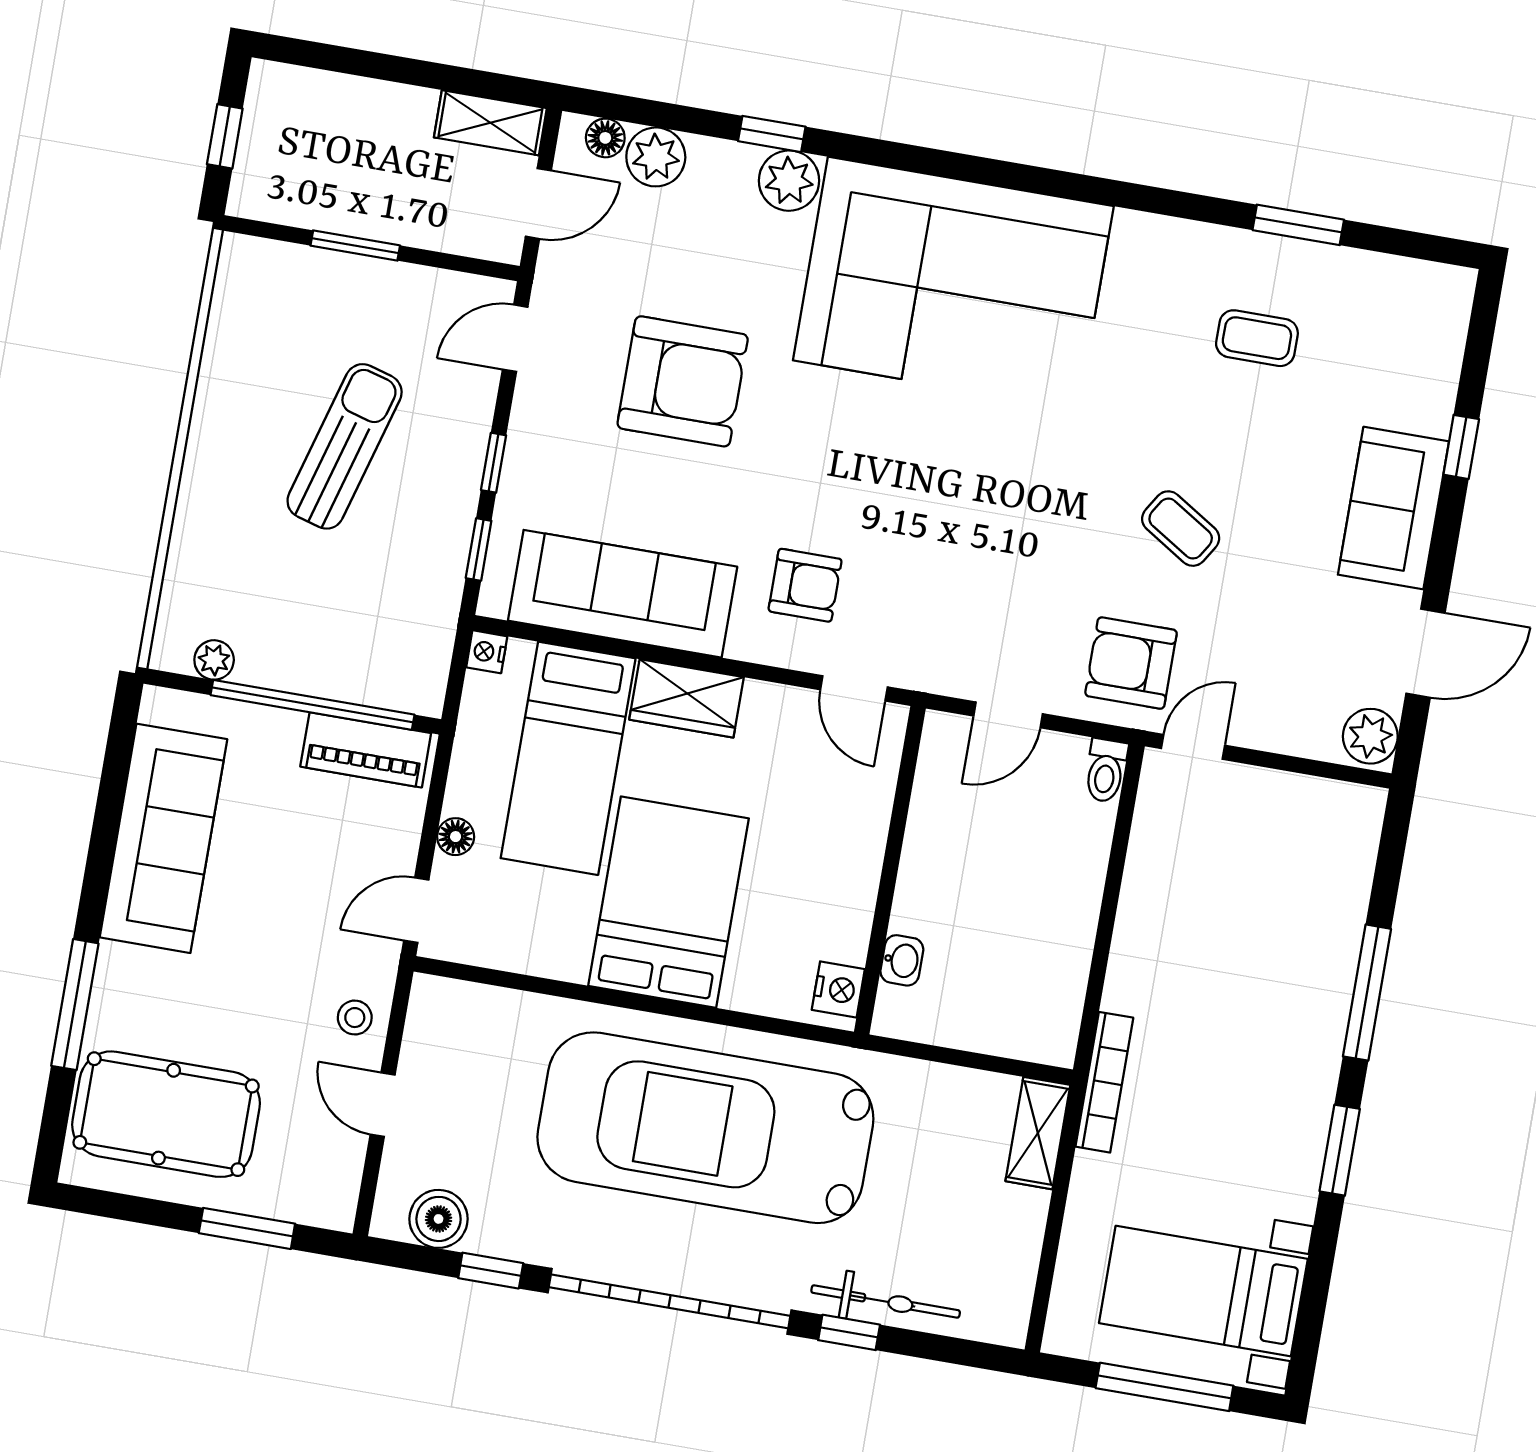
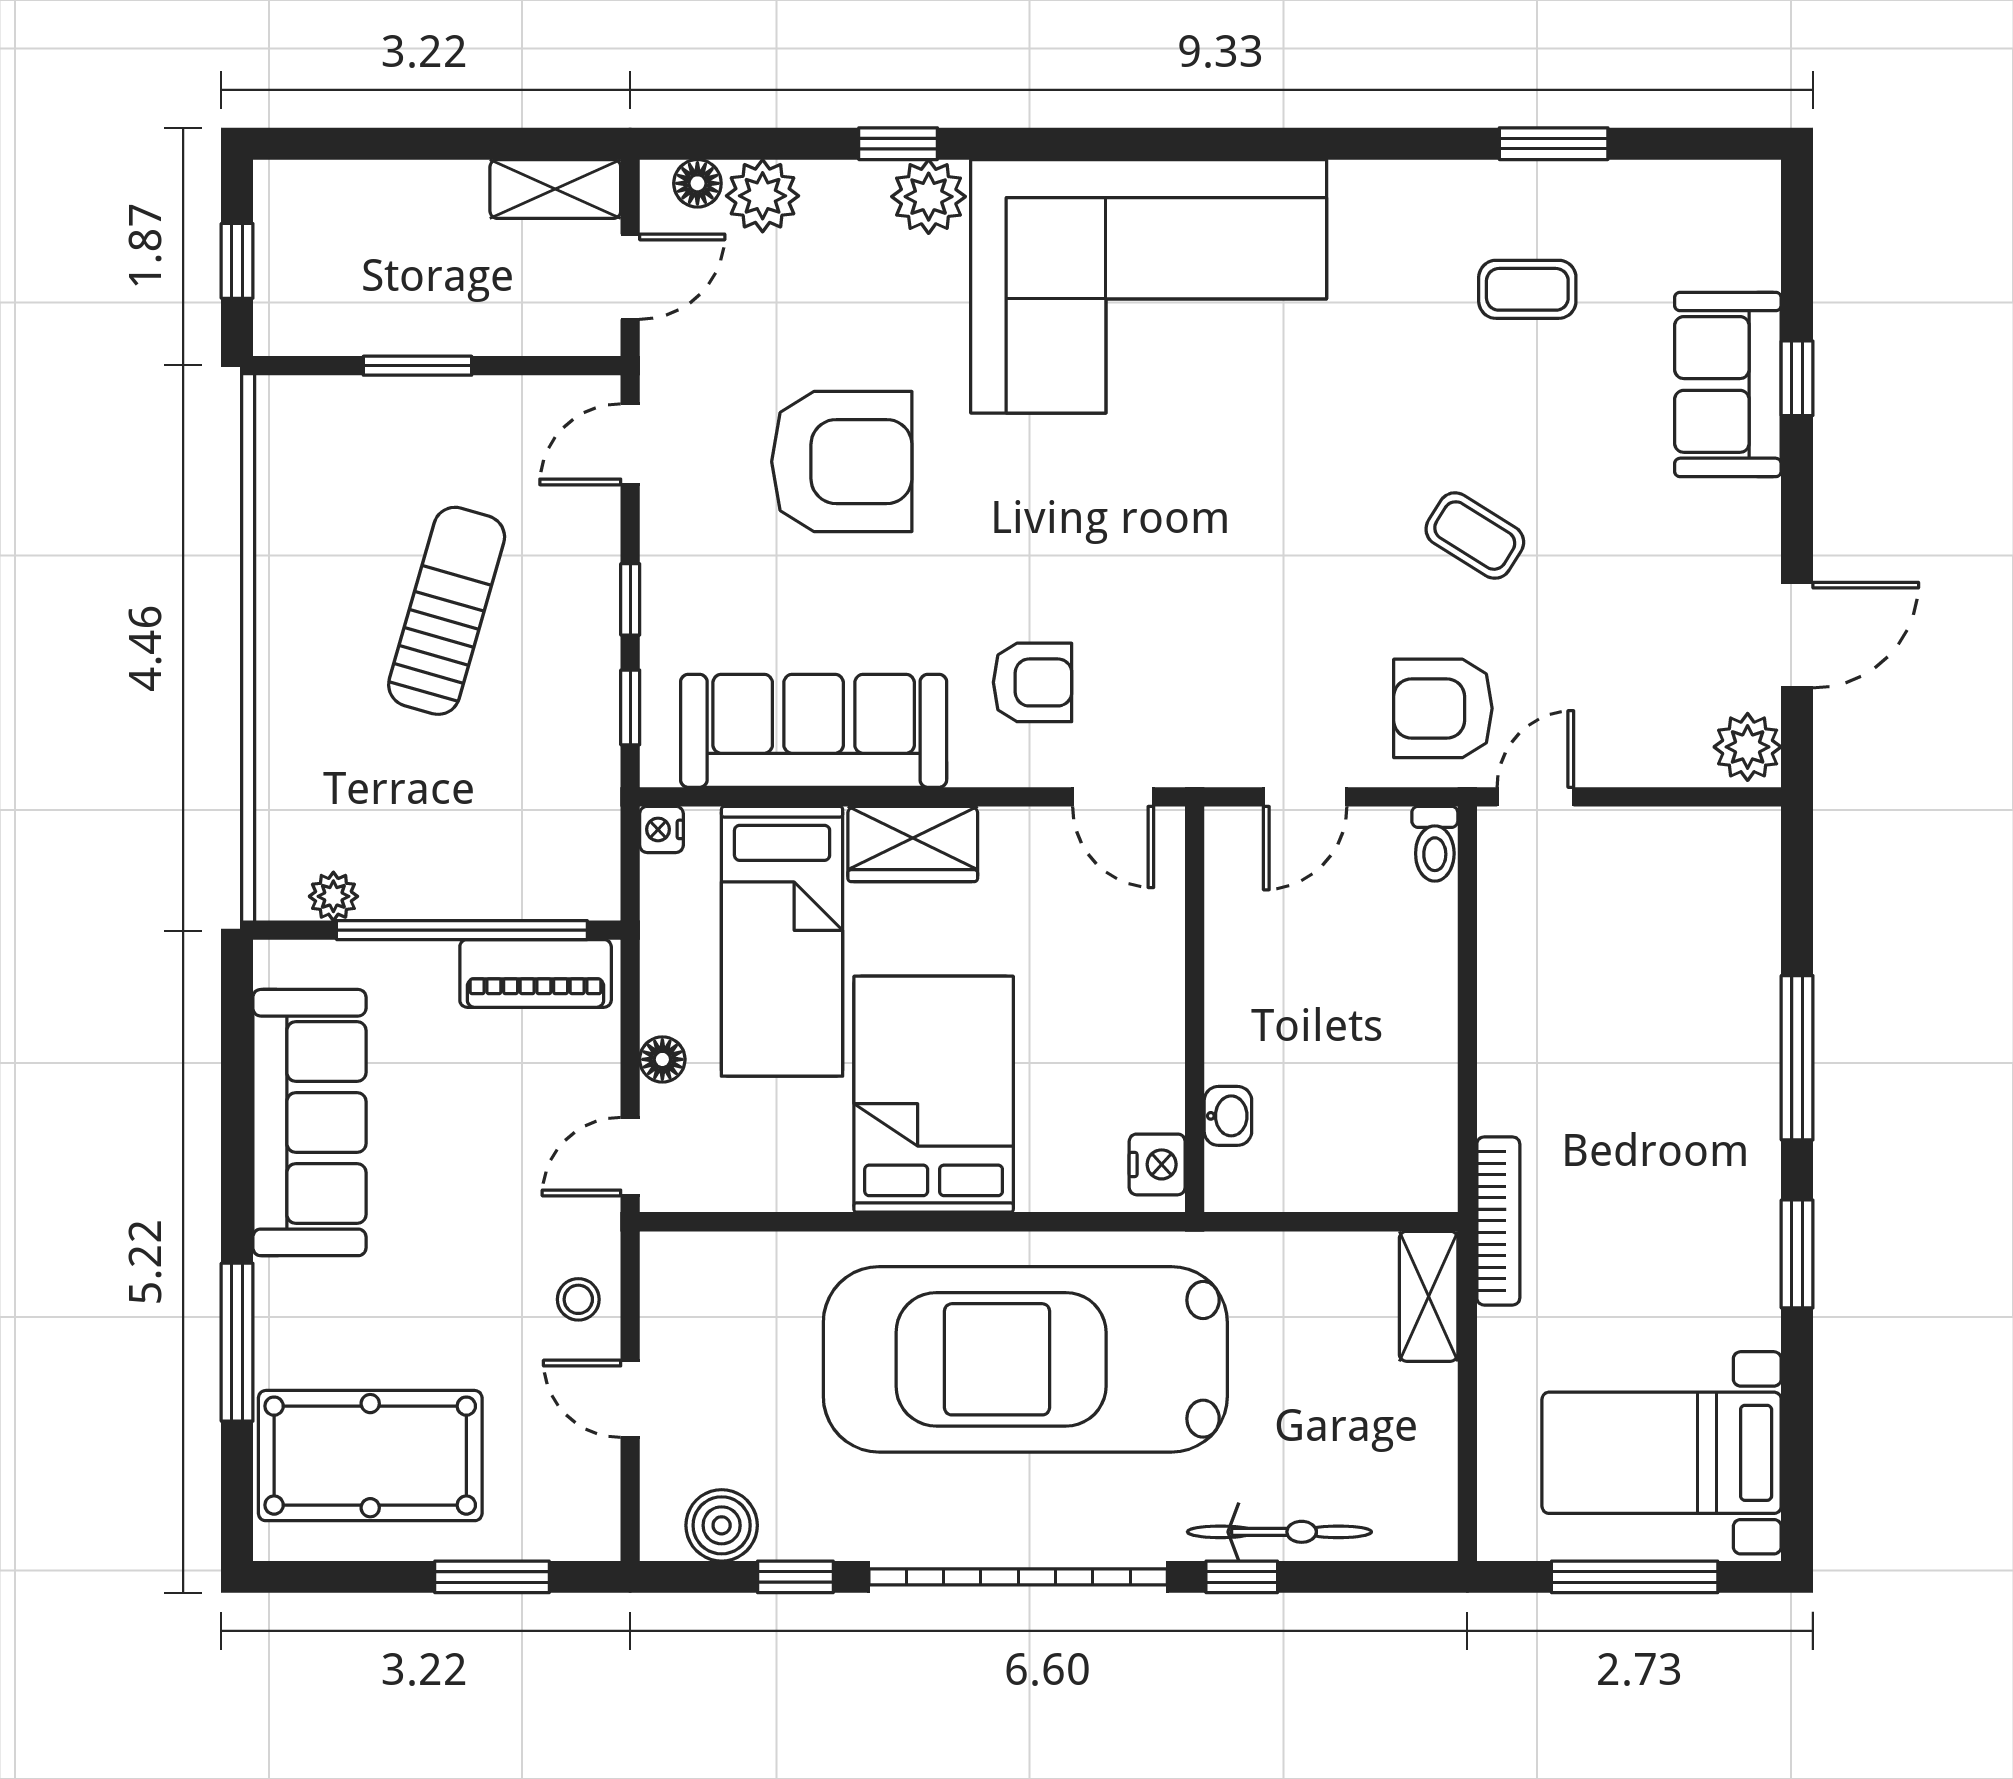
sofa: (1393, 508) -> (1728, 384), moved

